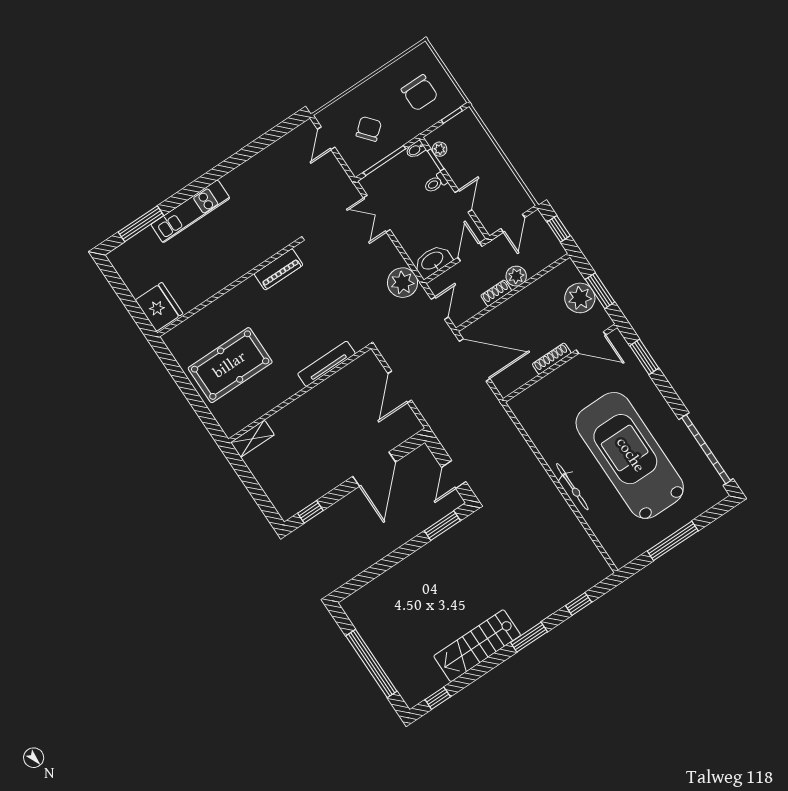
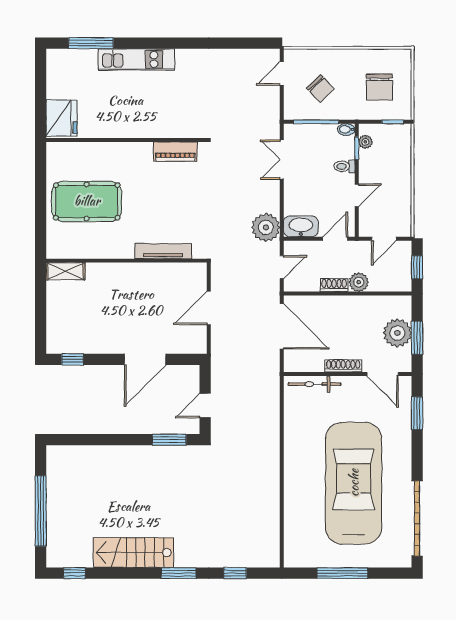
chair: (369, 129) -> (320, 89), turned 86
bicycle: (572, 487) -> (315, 384), moved, turned 90

